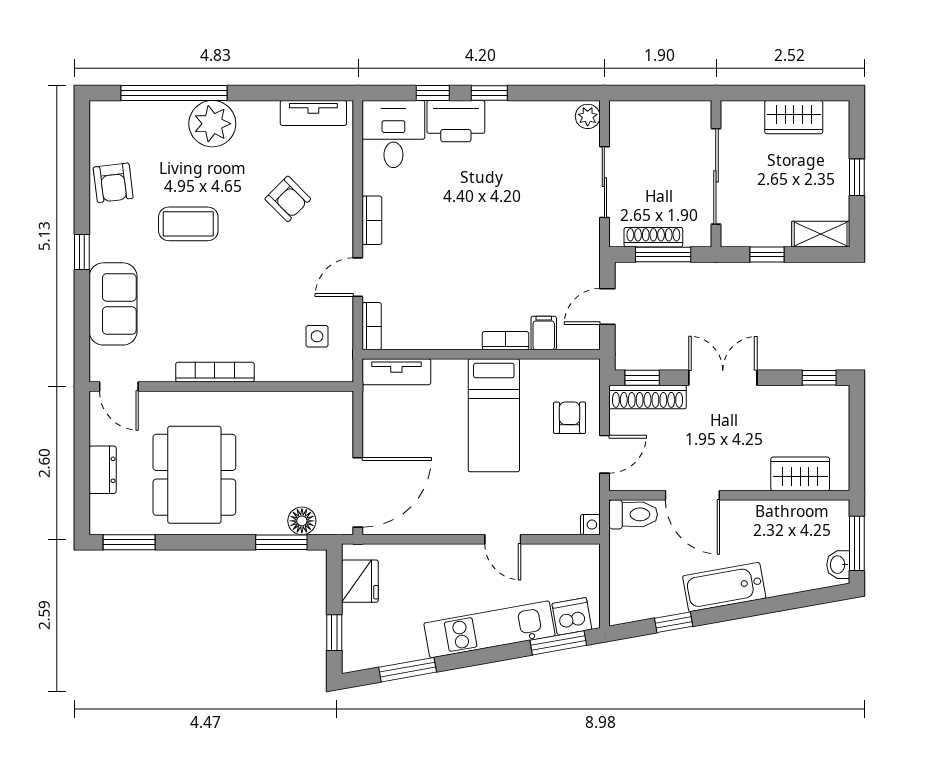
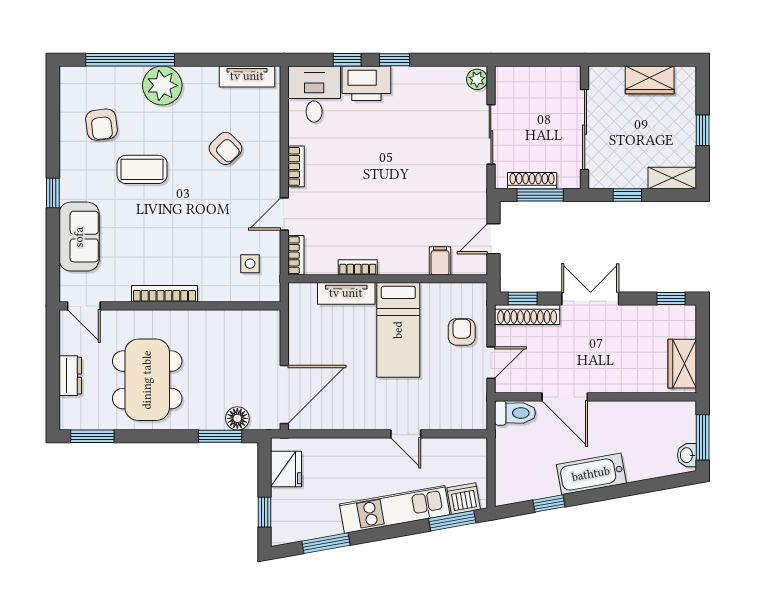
armchair: (113, 183) -> (102, 125), moved
bookcase: (506, 341) -> (358, 267), moved
tv unit: (396, 372) -> (346, 293), moved
wardrobe: (800, 474) -> (682, 364), moved, turned -90
nightstand: (590, 525) -> (479, 422), removed

